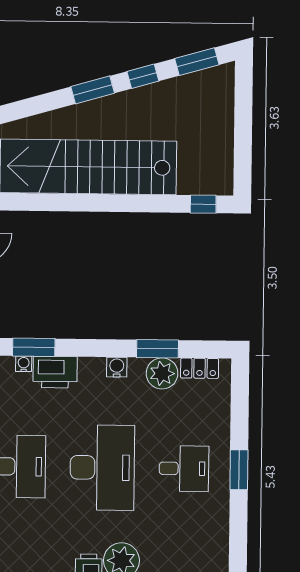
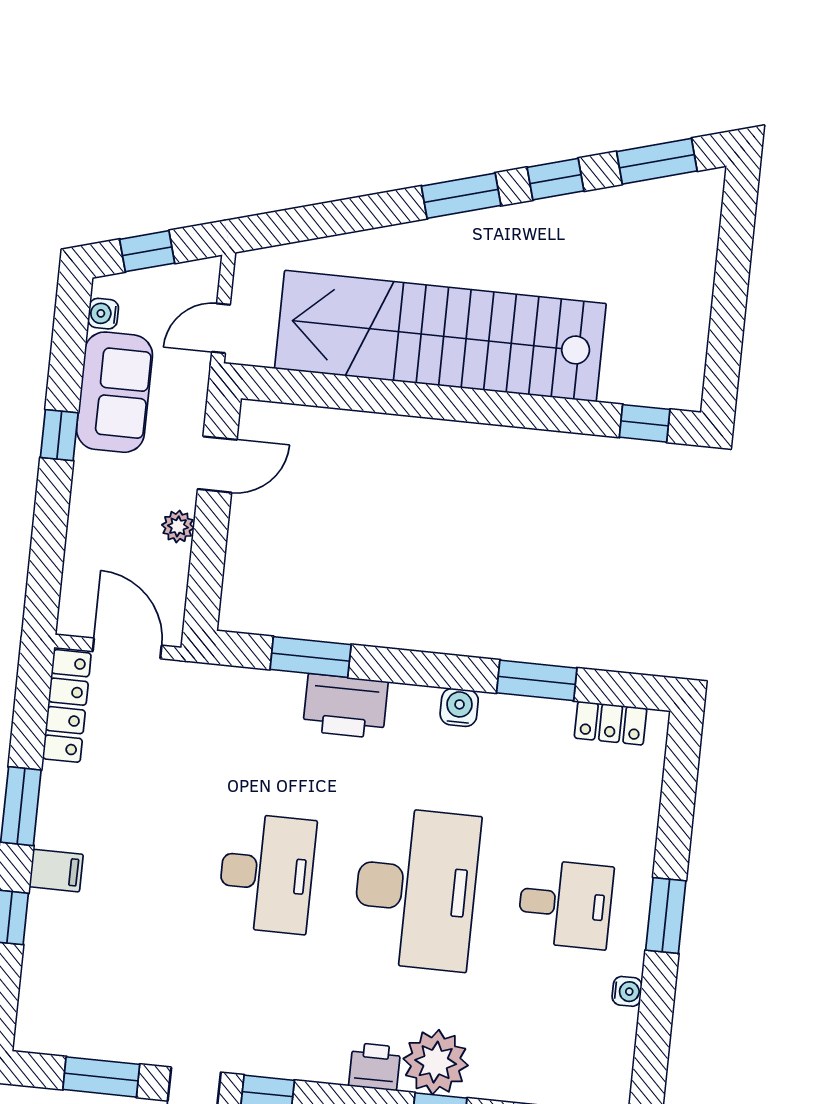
water cooler: (24, 364) -> (627, 991), moved, turned 90
plant: (162, 373) -> (541, 726), removed

